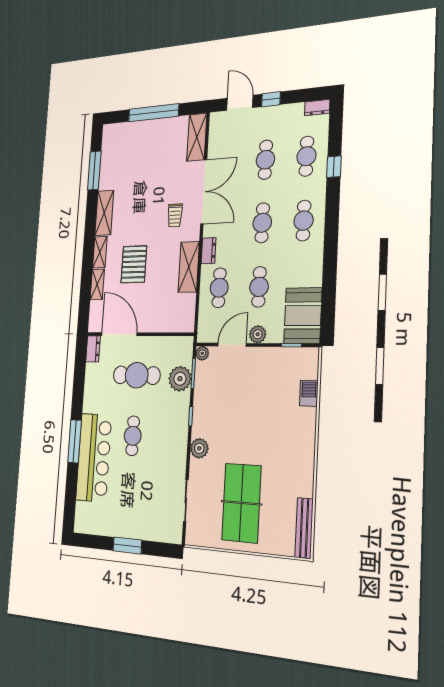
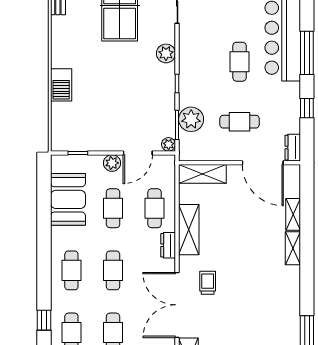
shelving: (104, 213) -> (202, 174), moved, turned 90
pallet: (134, 264) -> (251, 234), removed
booth: (303, 316) -> (68, 199), moved
cafe table: (137, 375) -> (240, 122), width x0.73, depth x0.74
window: (78, 387) -> (307, 108), added
barbecue: (309, 393) -> (61, 85), moved, width x1.38, depth x1.27

